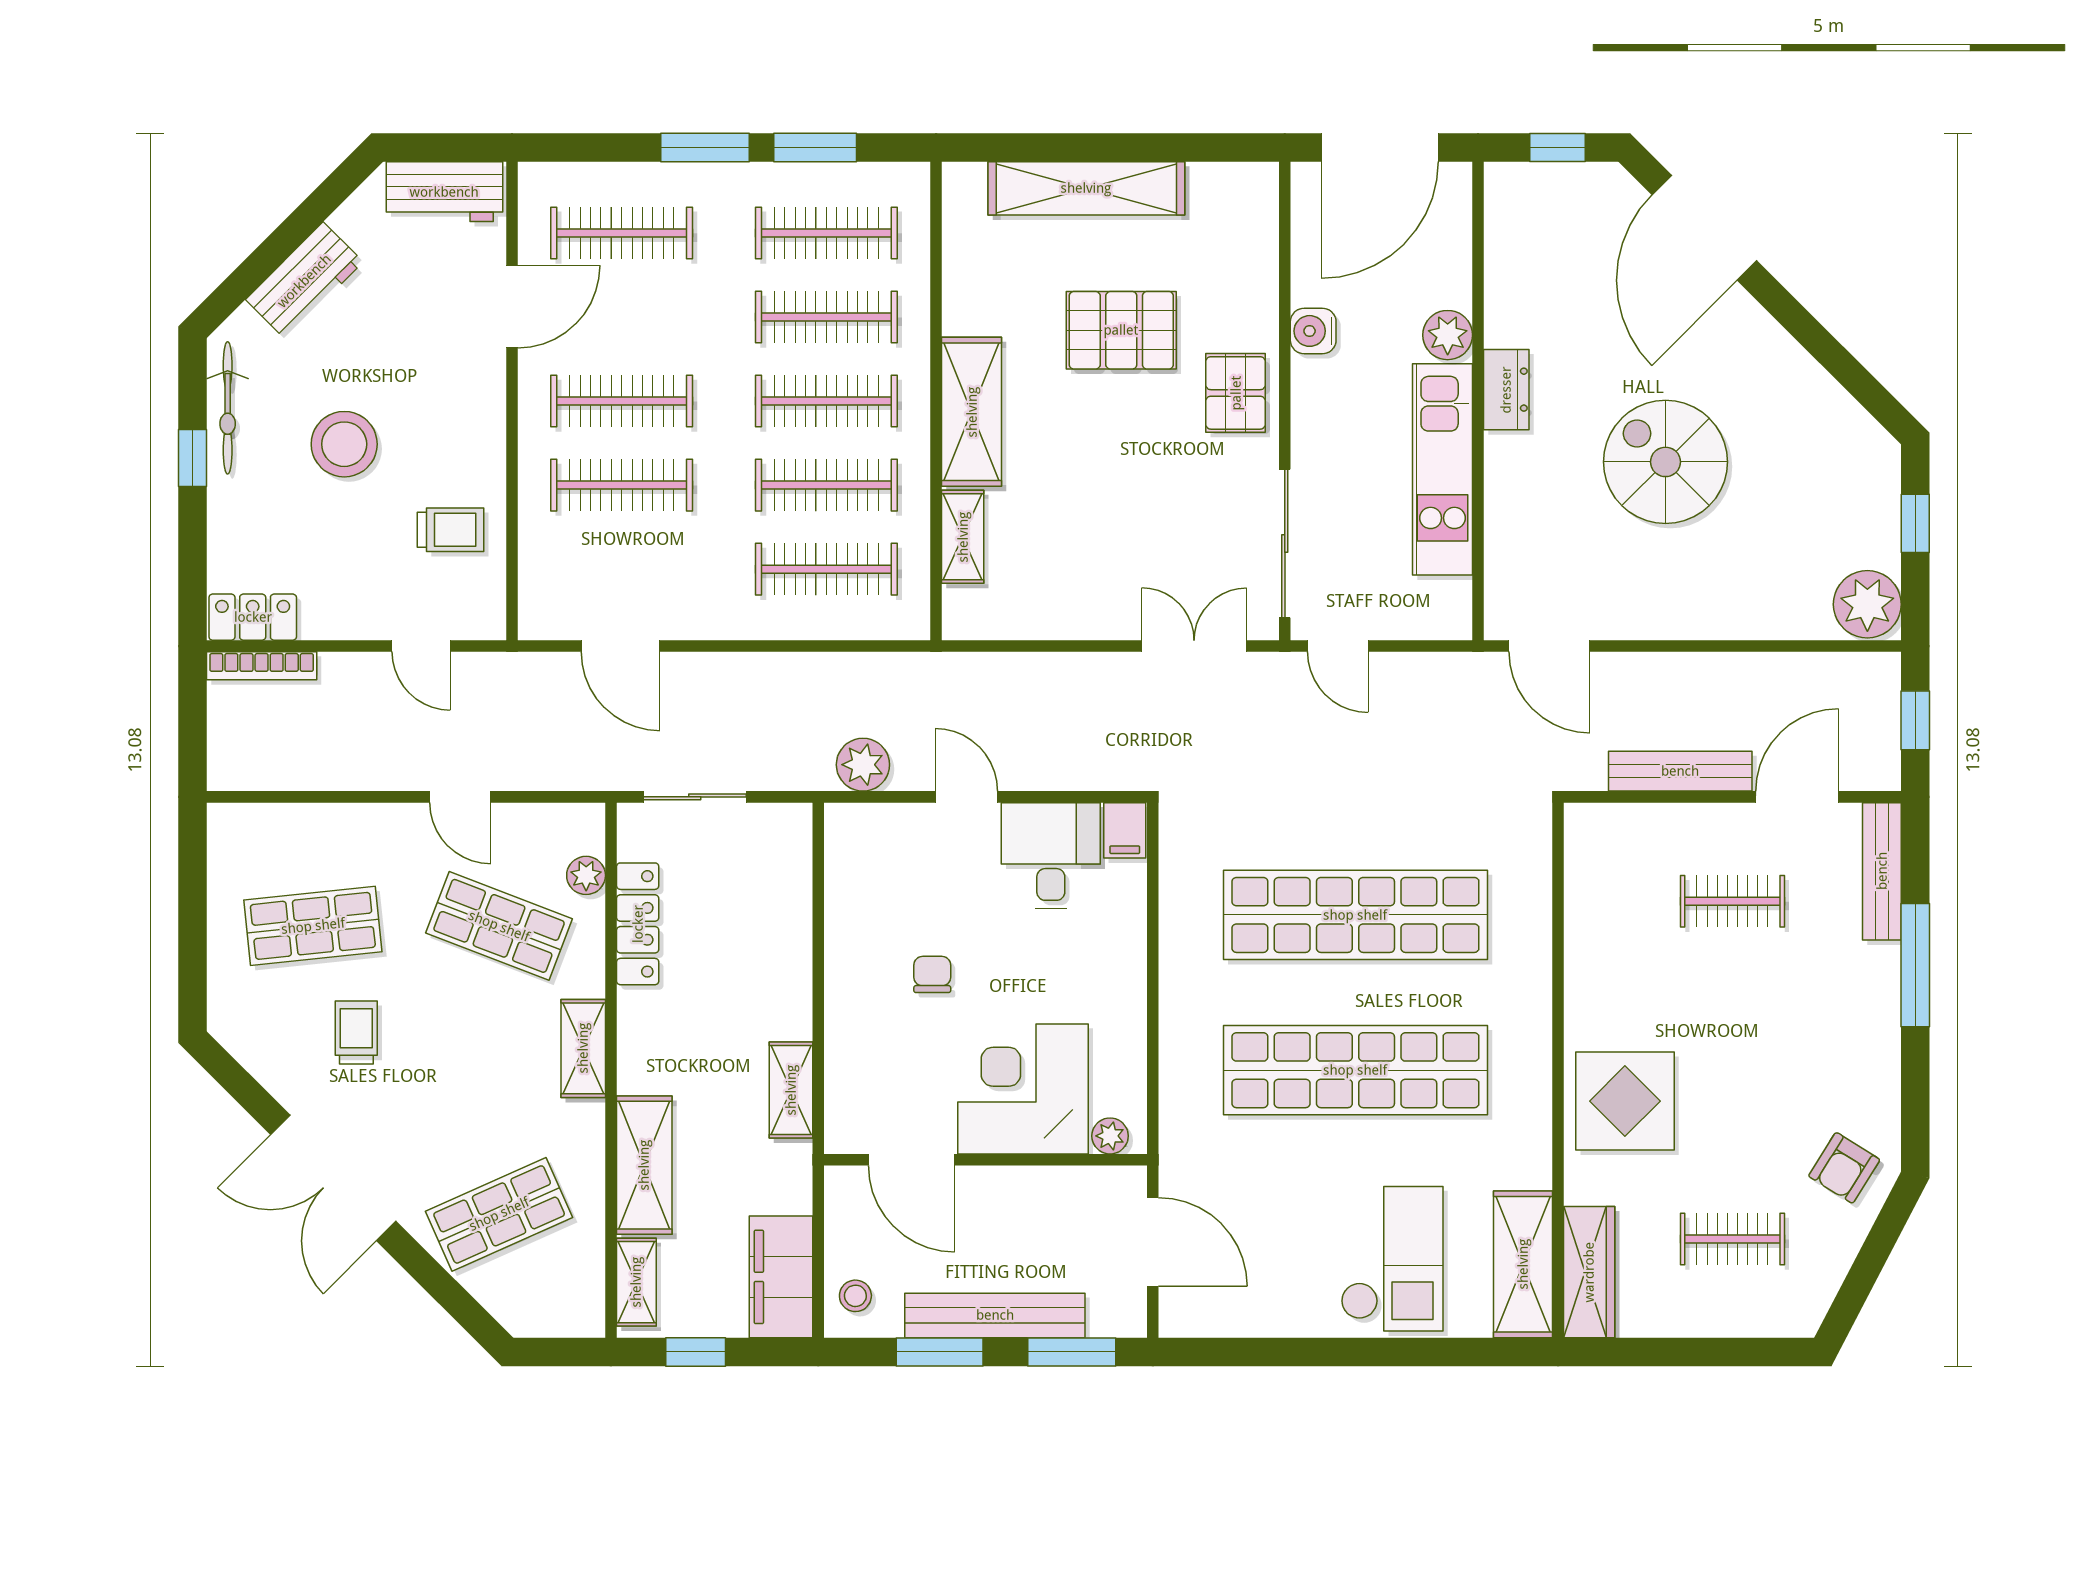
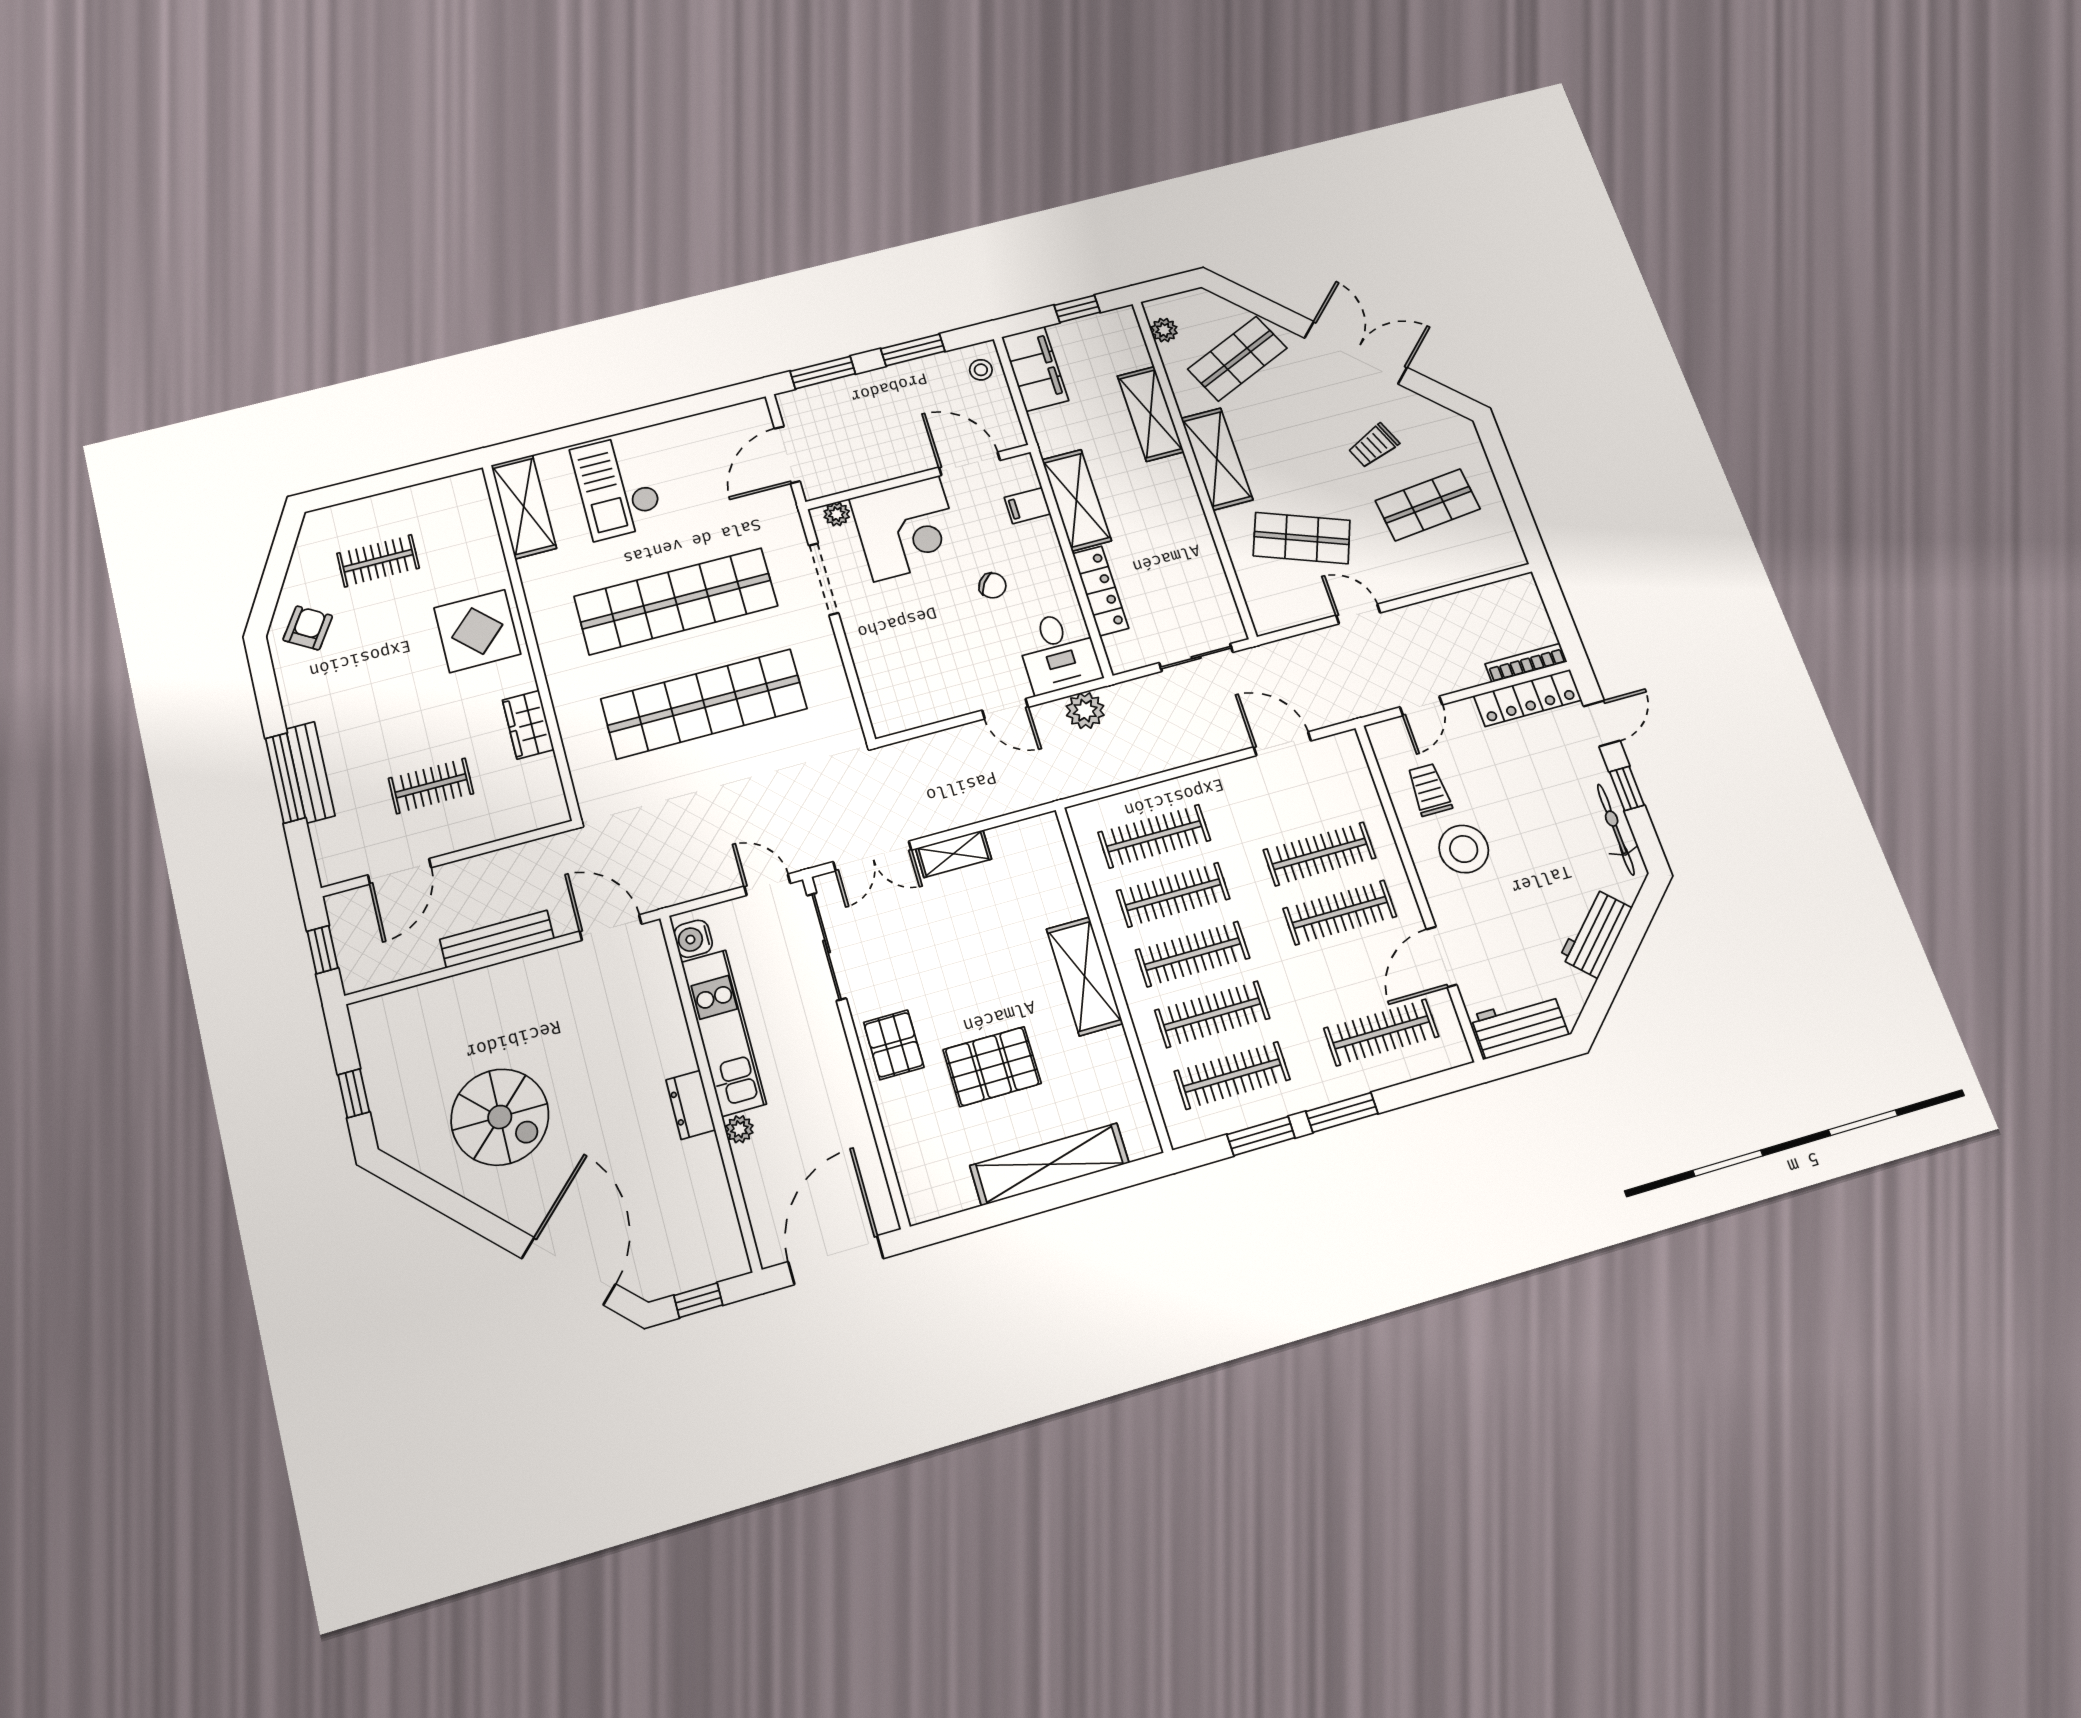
water cooler: (1313, 331) -> (693, 939), moved, turned 180
plant: (1448, 335) -> (739, 1129), width x0.73, depth x0.73
stool: (344, 444) -> (1464, 849), moved
spiral stairs: (1666, 462) -> (500, 1117), moved
trolley: (450, 530) -> (1429, 790), turned 90
shelving: (963, 537) -> (953, 854), moved, turned 90
door: (192, 555) -> (1602, 723), added
plant: (1867, 604) -> (378, 1024), removed
locker: (253, 617) -> (1528, 698), width x1.53
door: (421, 646) -> (1421, 706), swing flipped
bench: (1680, 771) -> (497, 939), moved
filing cabinet: (1125, 830) -> (1028, 506), moved, turned -90
desk: (1051, 856) -> (1058, 652), moved
bench: (1882, 871) -> (310, 772), moved
plant: (586, 875) -> (1164, 330), moved
locker: (638, 924) -> (1100, 591), moved, turned 180
chair: (932, 974) -> (993, 586), turned -55
trolley: (356, 1033) -> (1374, 446), turned 67
doorway: (1153, 1047) -> (824, 579), added
shelving: (583, 1048) -> (1217, 459), width x1.50, depth x1.33
shelving: (791, 1090) -> (1076, 500), width x1.50, depth x1.33
door: (1153, 1242) -> (787, 455), hinge flipped
wardrobe: (1589, 1272) -> (528, 725), moved, width x0.67
shelving: (636, 1282) -> (1131, 341), removed
bench: (995, 1315) -> (882, 382), removed

